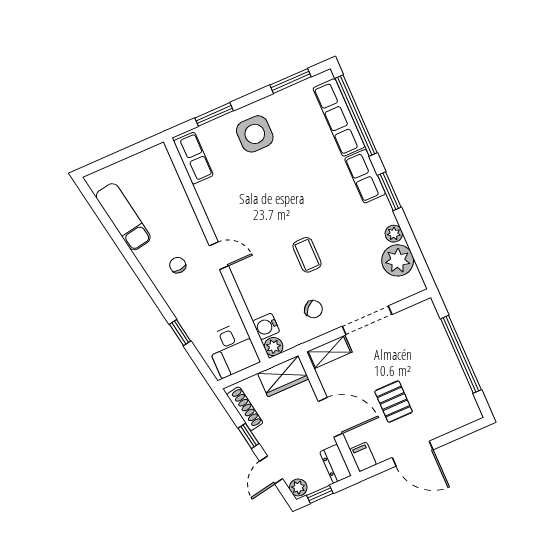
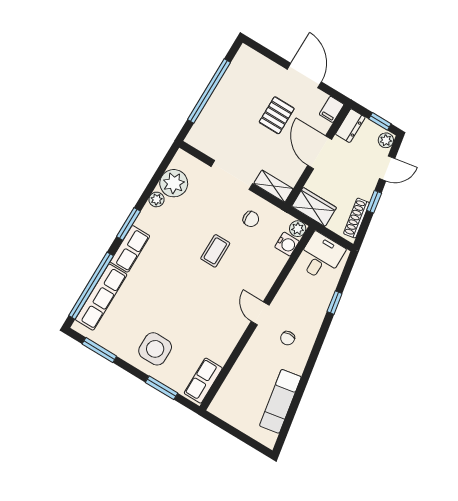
chair: (313, 309) -> (251, 219), turned 136

